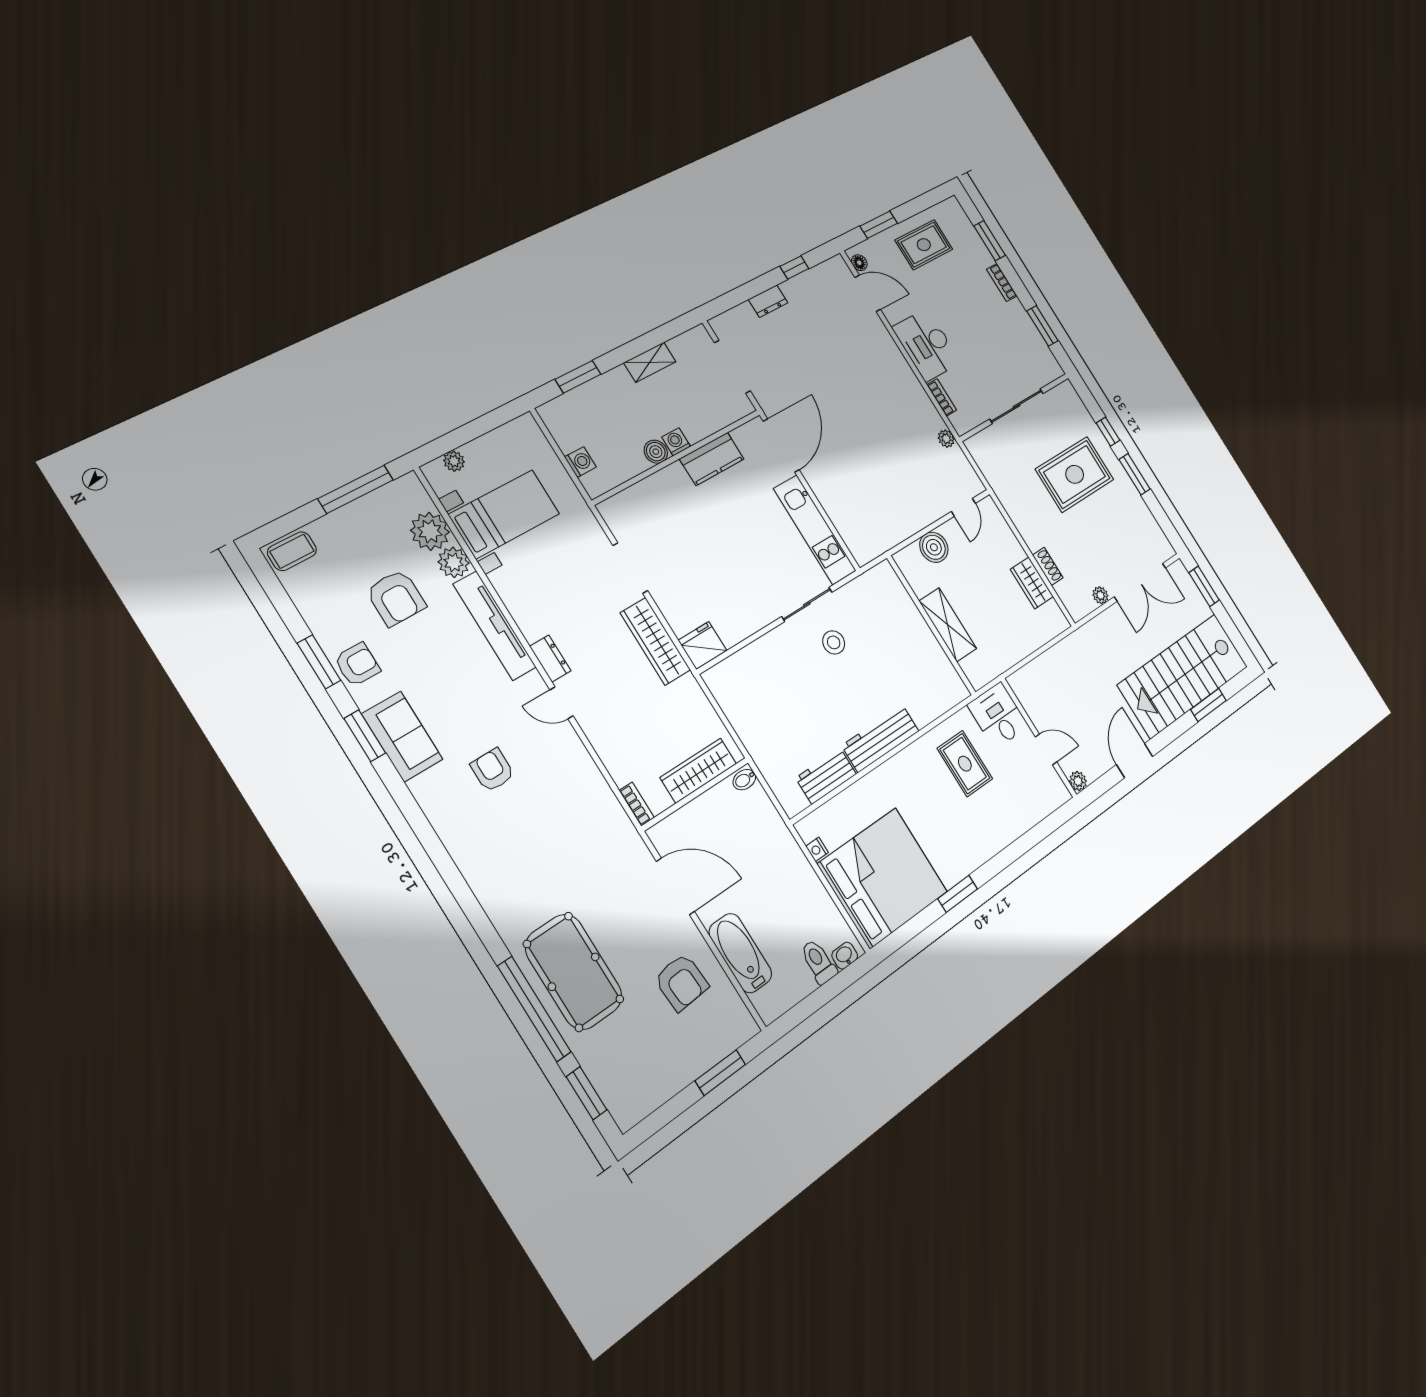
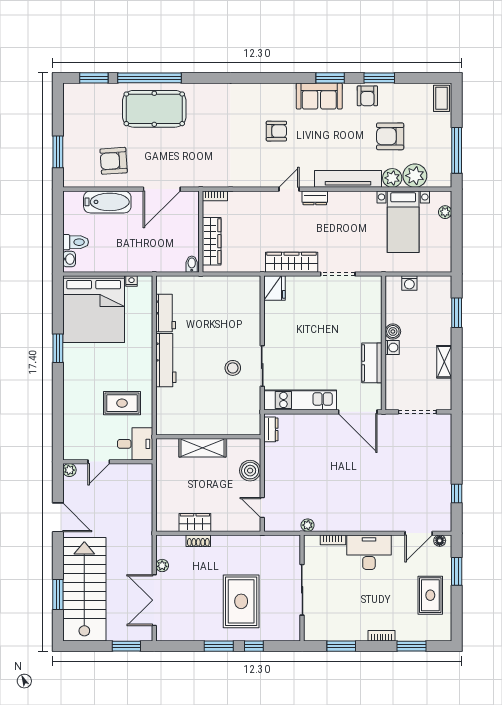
dresser: (768, 301) -> (271, 429), moved, turned 180

